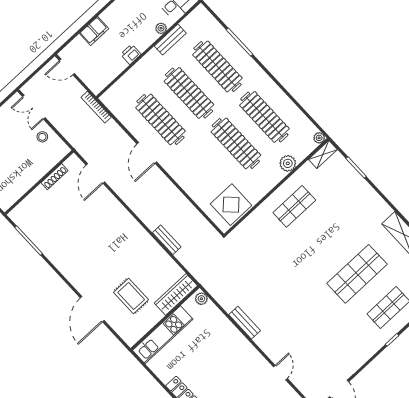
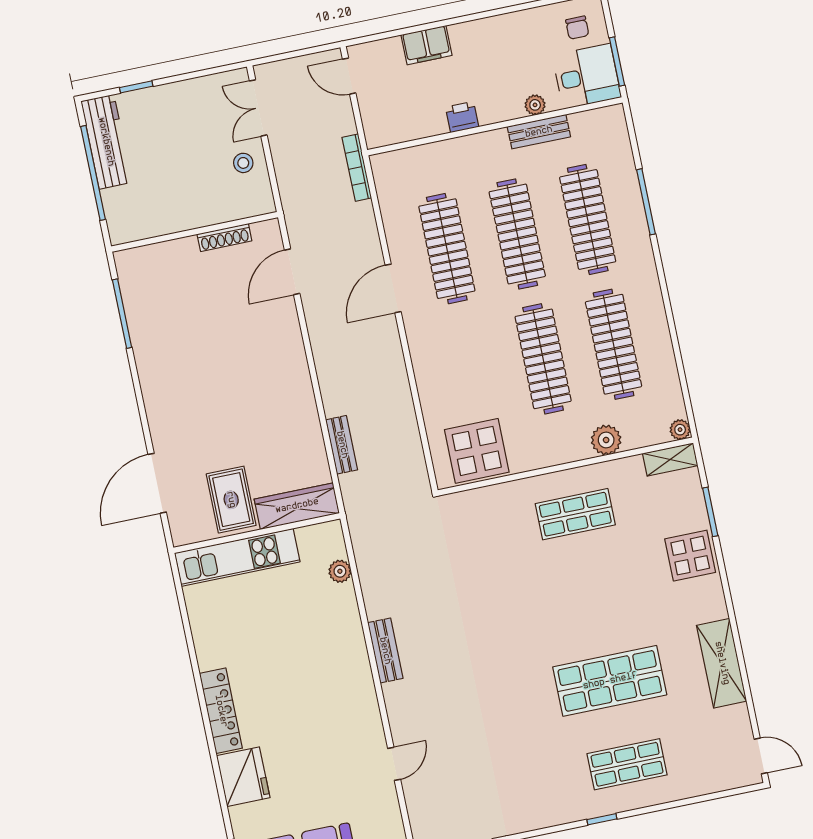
display table: (359, 193) -> (690, 556), added
wardrobe: (176, 294) -> (297, 506), moved
wall: (165, 318) -> (257, 533), moved
kitchen unit: (163, 335) -> (237, 557), moved

